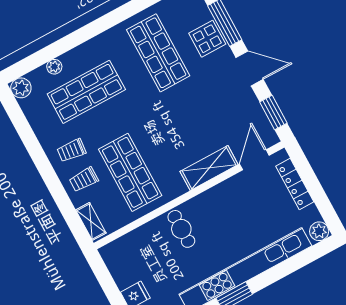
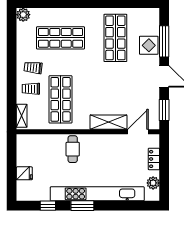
plant: (54, 67) -> (50, 13), removed
locker: (295, 184) -> (154, 159), width x0.66
plant: (319, 231) -> (153, 183), moved

